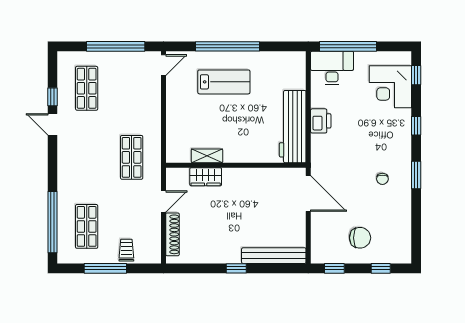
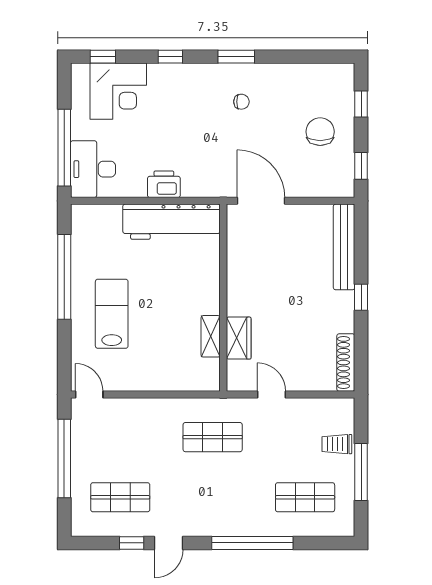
window: (227, 46) -> (64, 277), moved
door: (308, 194) -> (261, 201), hinge flipped
window: (52, 222) -> (252, 543), moved
shoe rack: (172, 234) -> (346, 363), moved, turned -90

